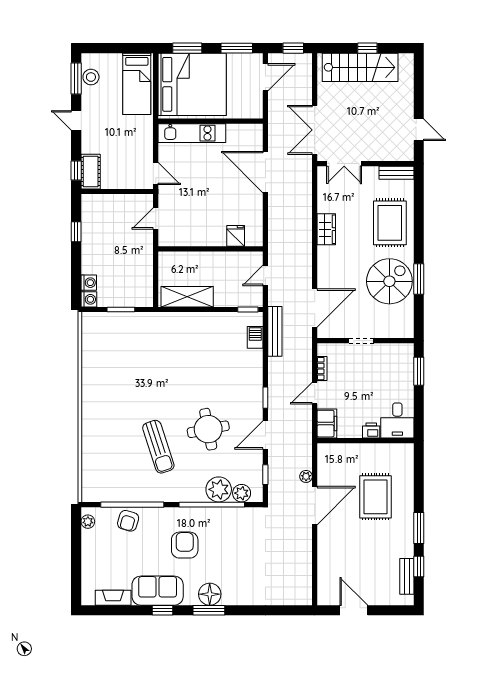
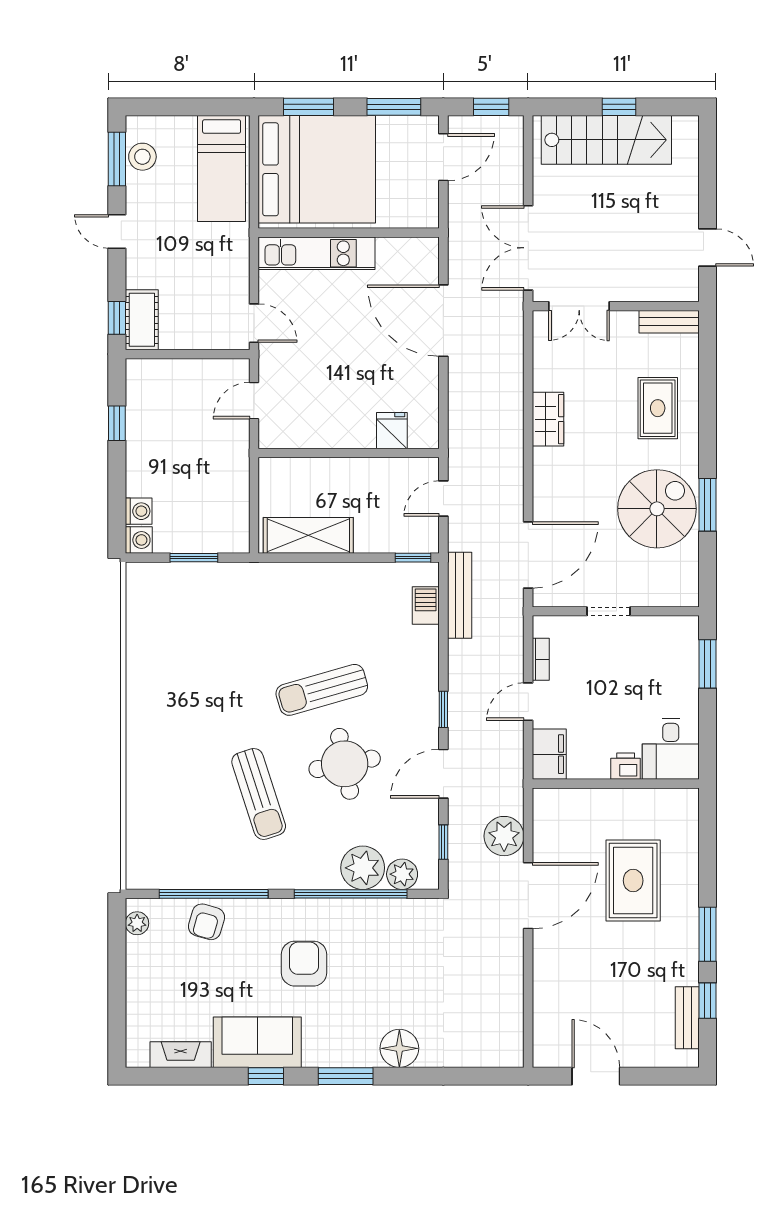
rug: (390, 223) -> (658, 408), width x0.73, depth x0.70
sun lounger: (195, 386) -> (322, 690), added
plant: (306, 476) -> (504, 836), width x1.88, depth x1.88
floor lamp: (210, 594) -> (399, 1048), moved

